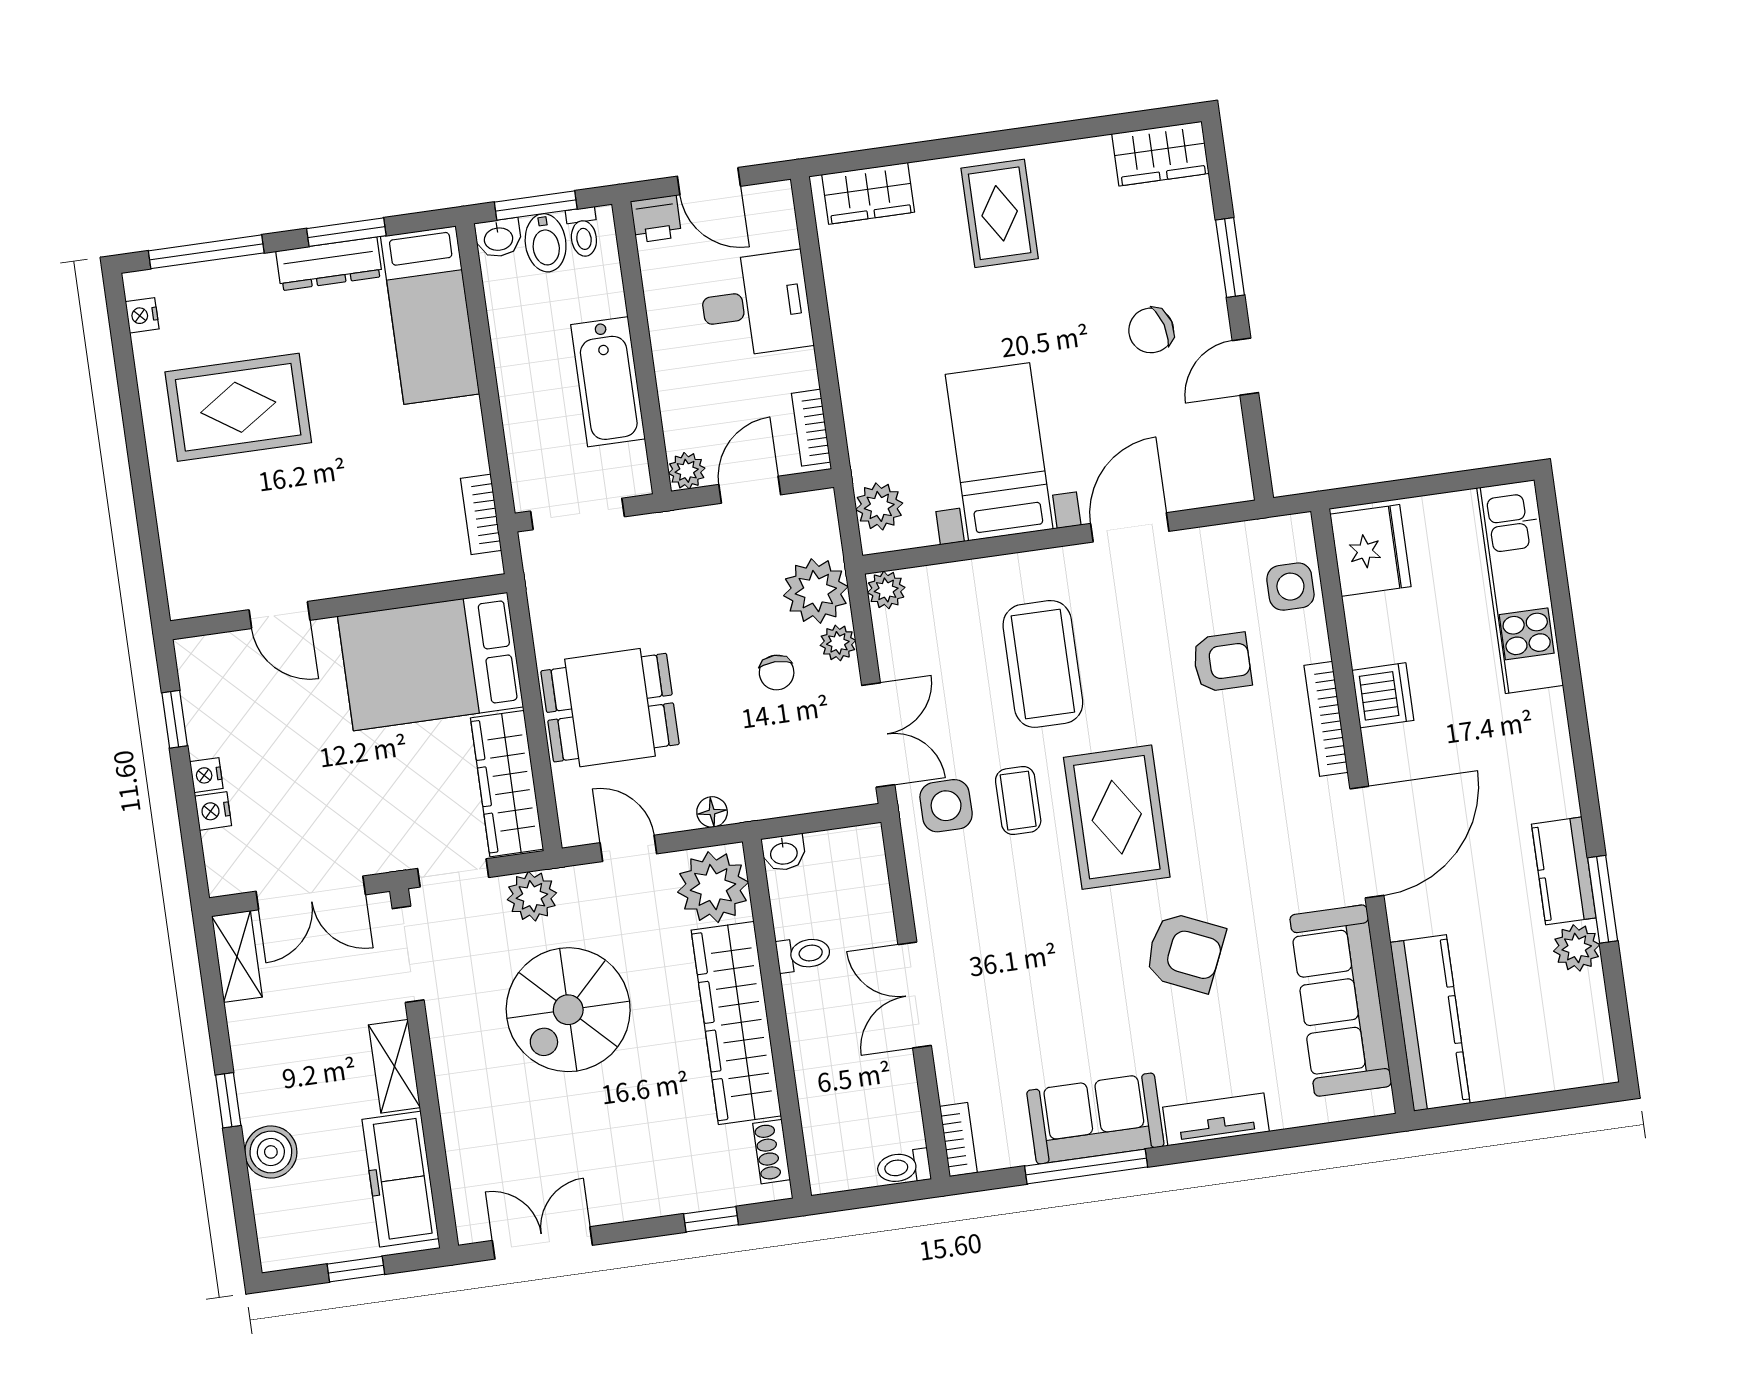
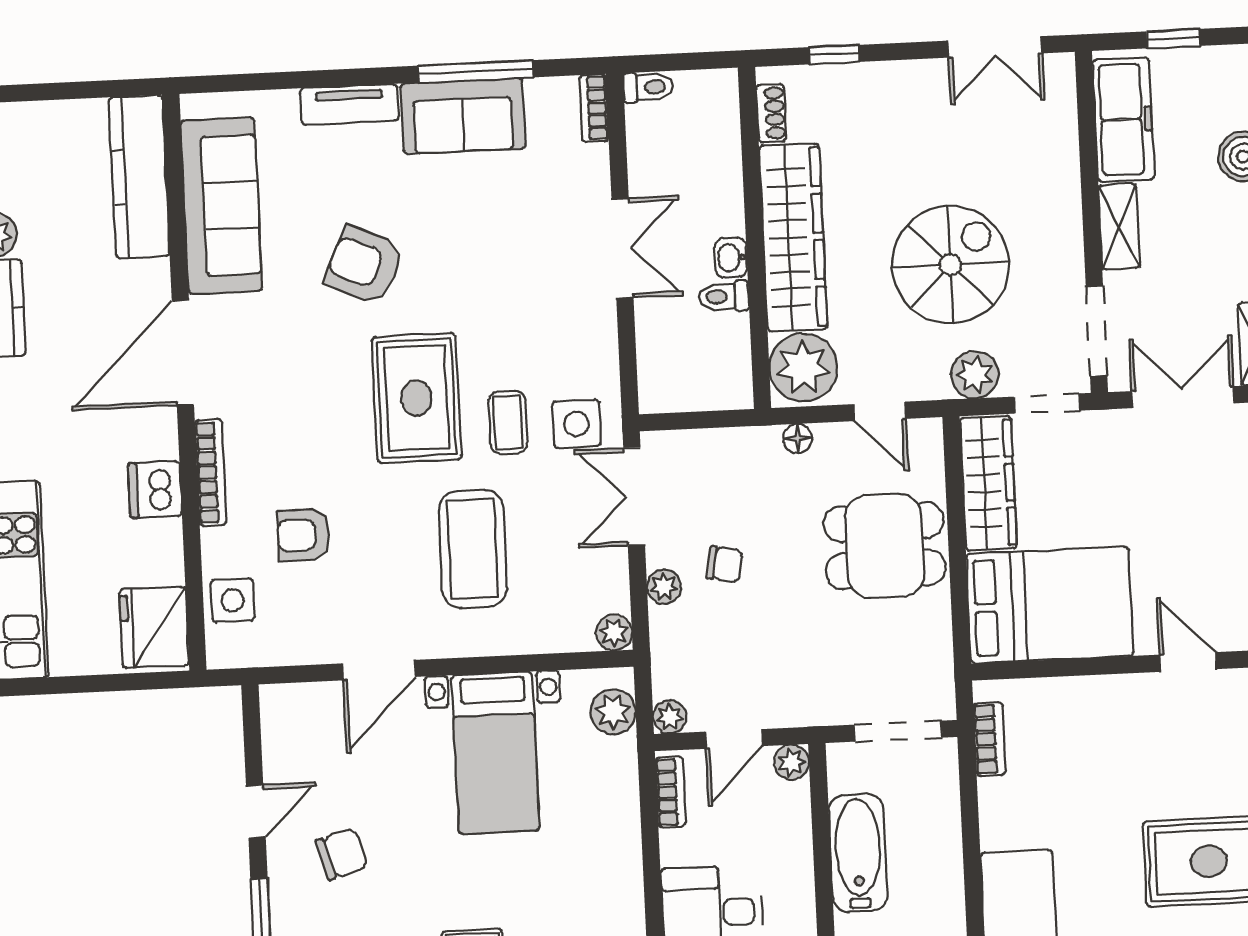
plant: (816, 591) -> (670, 717), moved, width x0.53, depth x0.53
chair: (777, 672) -> (725, 564), turned 101
washbasin: (784, 853) -> (731, 258), moved, turned -90

